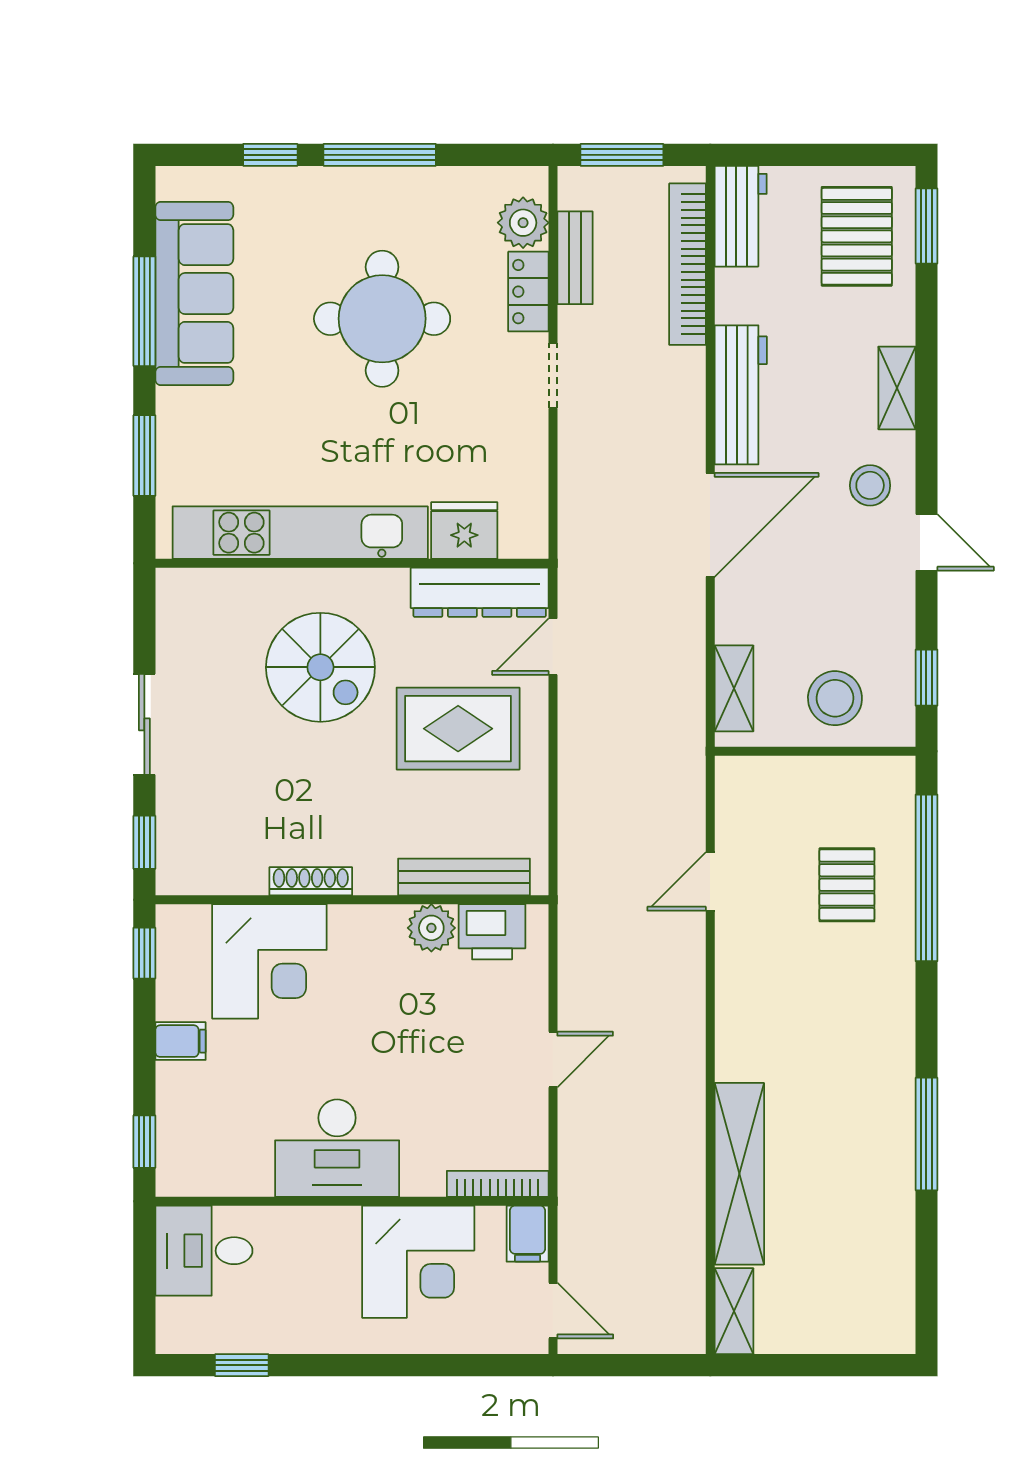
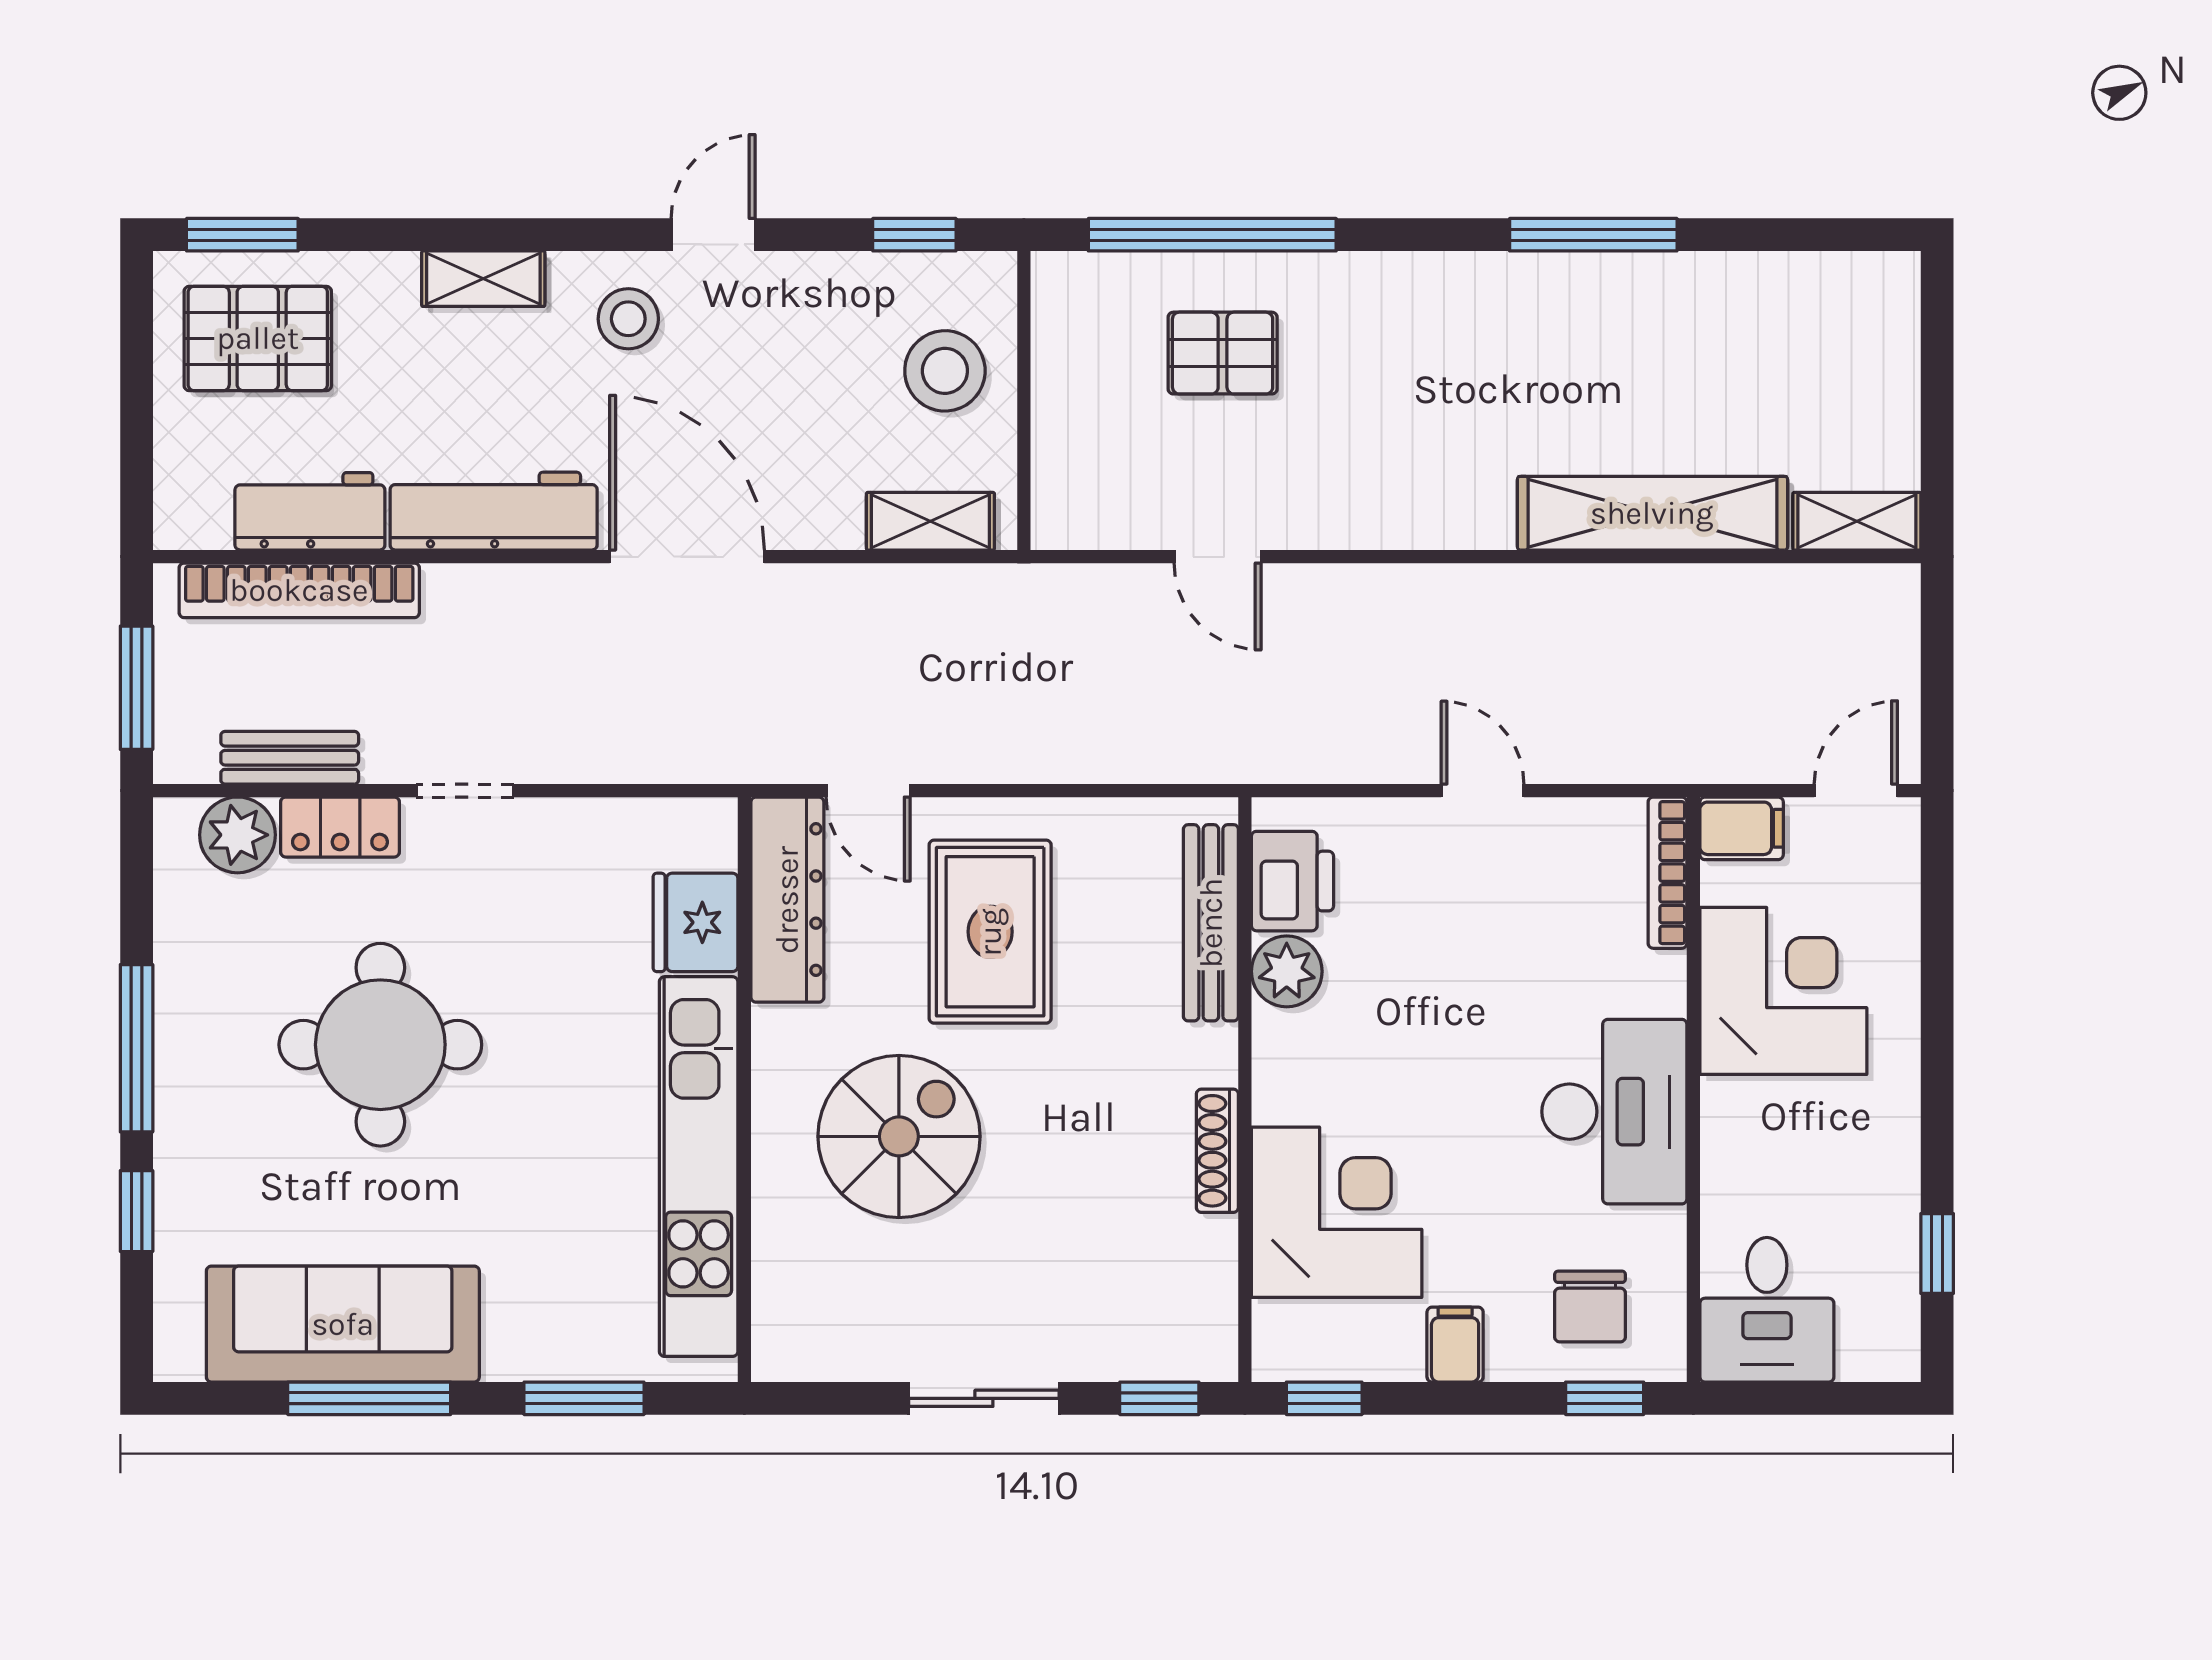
workbench: (741, 216) -> (310, 511), moved
chair: (206, 1132) -> (1590, 1306), added

